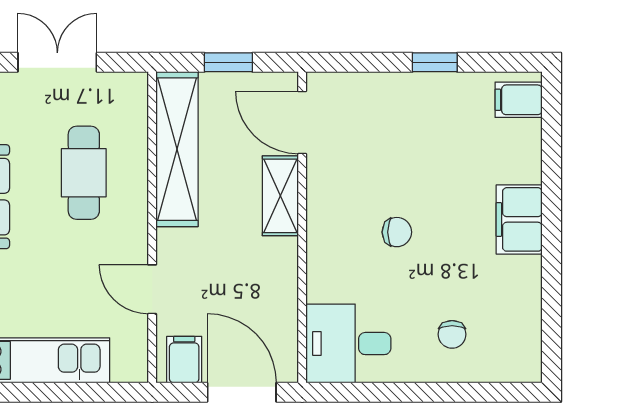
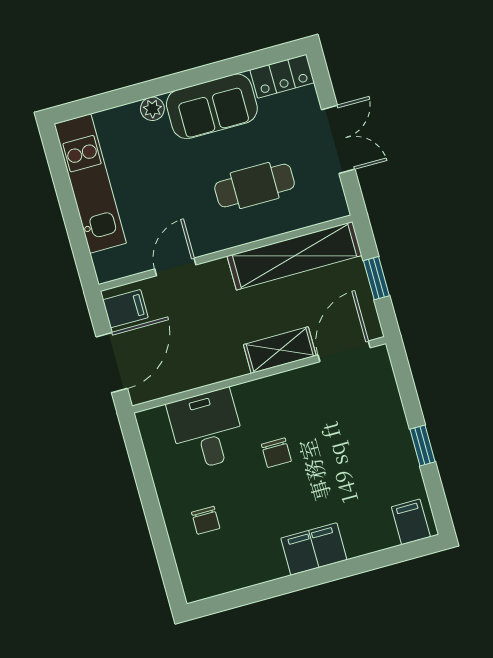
chair: (452, 334) -> (206, 520), turned -90
desk: (348, 344) -> (207, 430), moved

